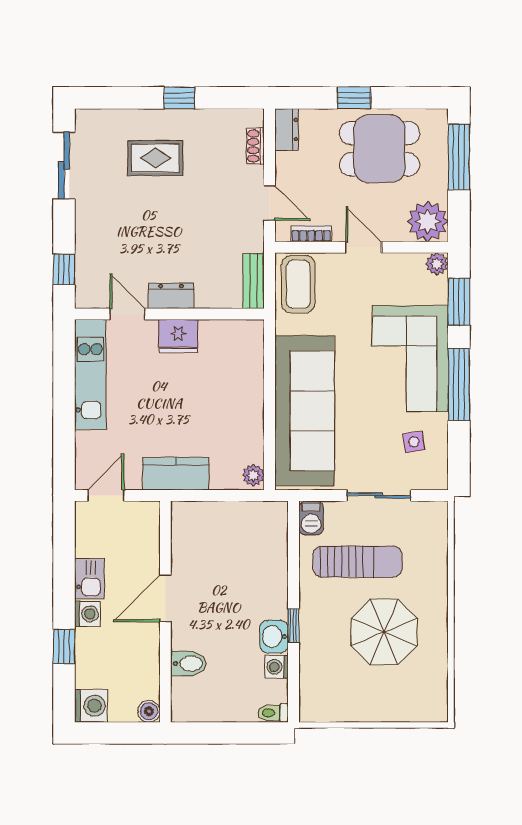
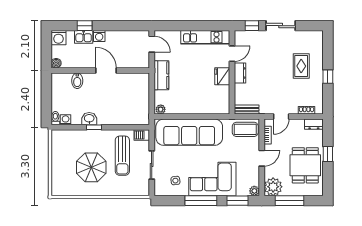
window: (459, 157) -> (290, 201), moved
sliding door: (64, 166) -> (281, 26), moved
kitchen sink: (89, 579) -> (84, 37), moved
washing machine: (277, 667) -> (66, 120), moved

